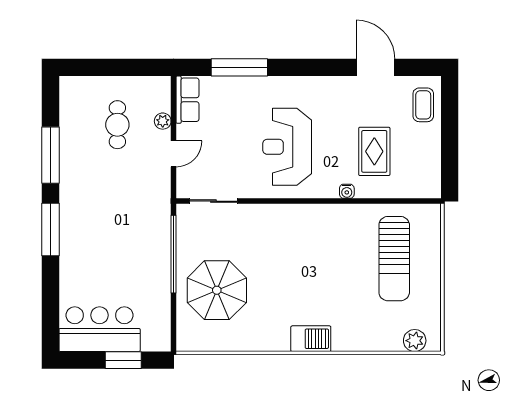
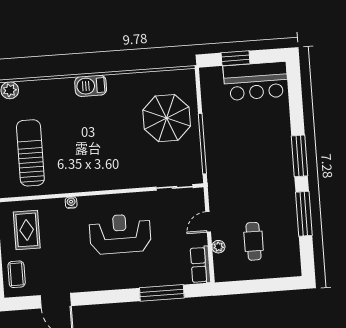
reception desk: (287, 147) -> (120, 234), turned -90
rug: (374, 151) -> (27, 230), moved

